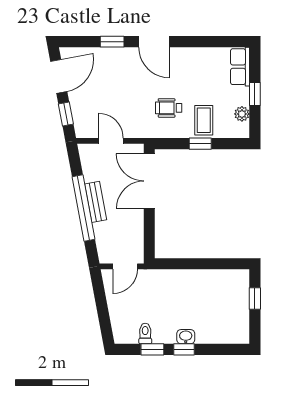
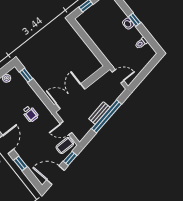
coffee table: (204, 120) -> (65, 146), moved
door: (111, 141) -> (66, 128), hinge flipped
window: (200, 144) -> (26, 75), moved
double door: (149, 181) -> (70, 96), swing flipped
window: (152, 349) -> (146, 34), removed

